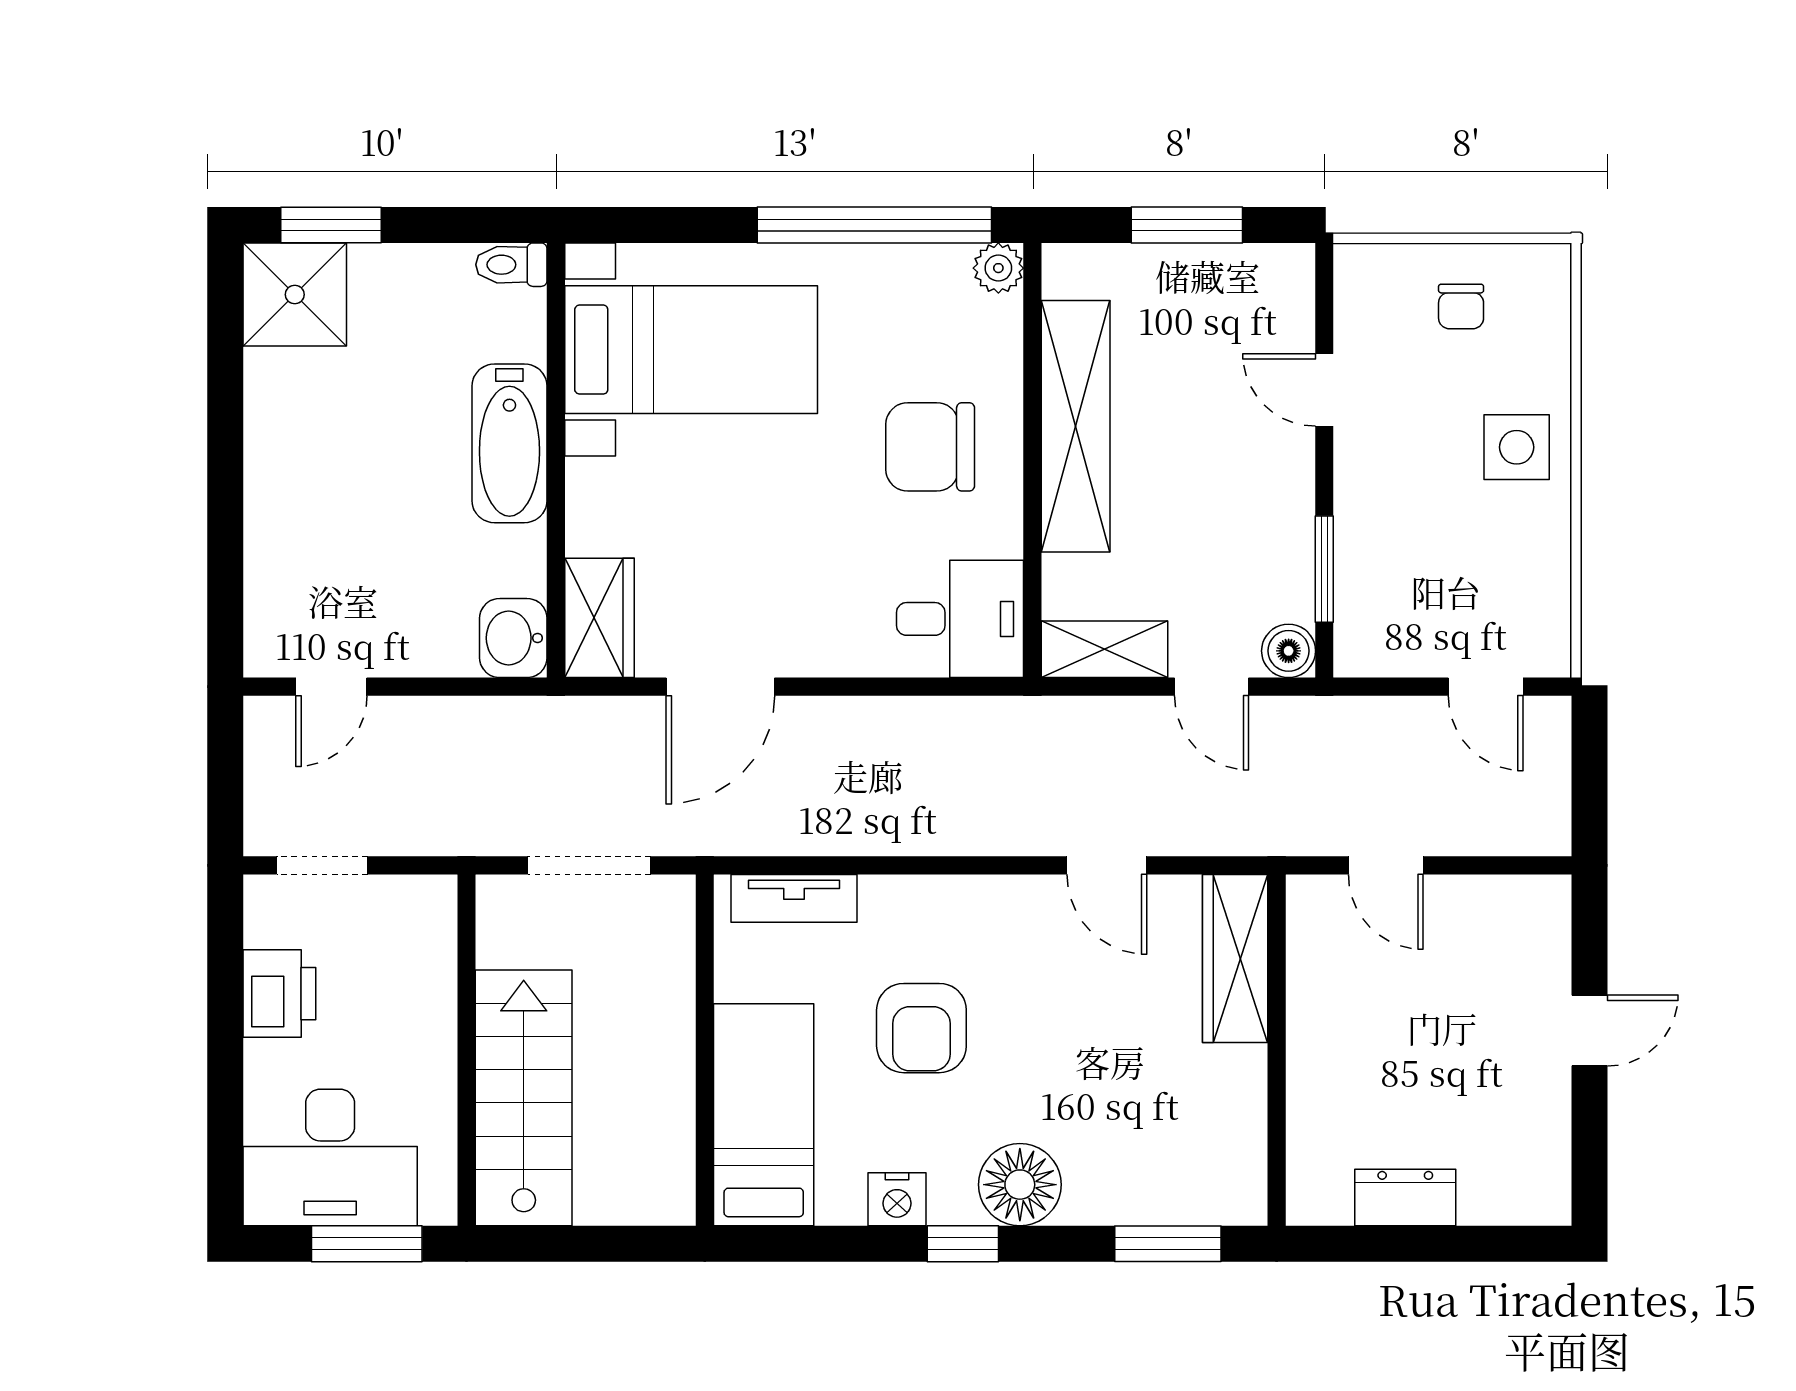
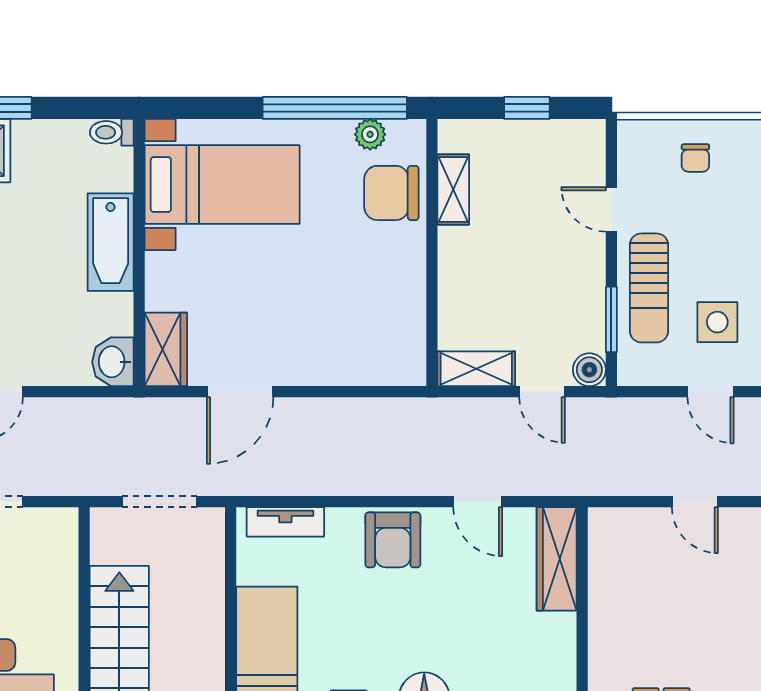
window: (1187, 225) -> (527, 108), width x0.67
plant: (998, 268) -> (370, 134), moved
shelving: (1076, 426) -> (453, 189), width x0.45, depth x0.75
chair: (930, 447) -> (391, 193), moved
side table: (1517, 447) -> (717, 322), moved
sun lounger: (1385, 518) -> (649, 288), added
desk: (960, 619) -> (387, 350), removed
door: (1386, 865) -> (695, 502), moved
armchair: (921, 1028) -> (393, 540), moved

